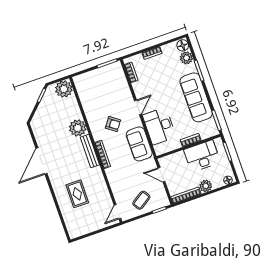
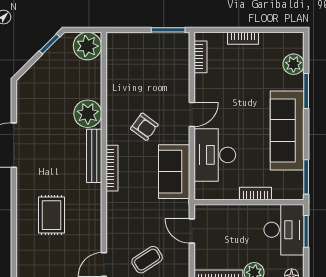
floor lamp: (183, 45) -> (295, 43), removed
desk: (202, 156) -> (284, 230), moved, turned 90

